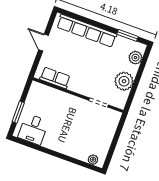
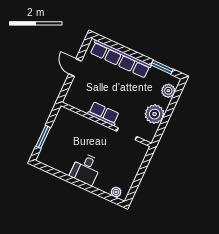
row of seats: (55, 78) -> (103, 114), moved
desk: (33, 129) -> (86, 169), moved

